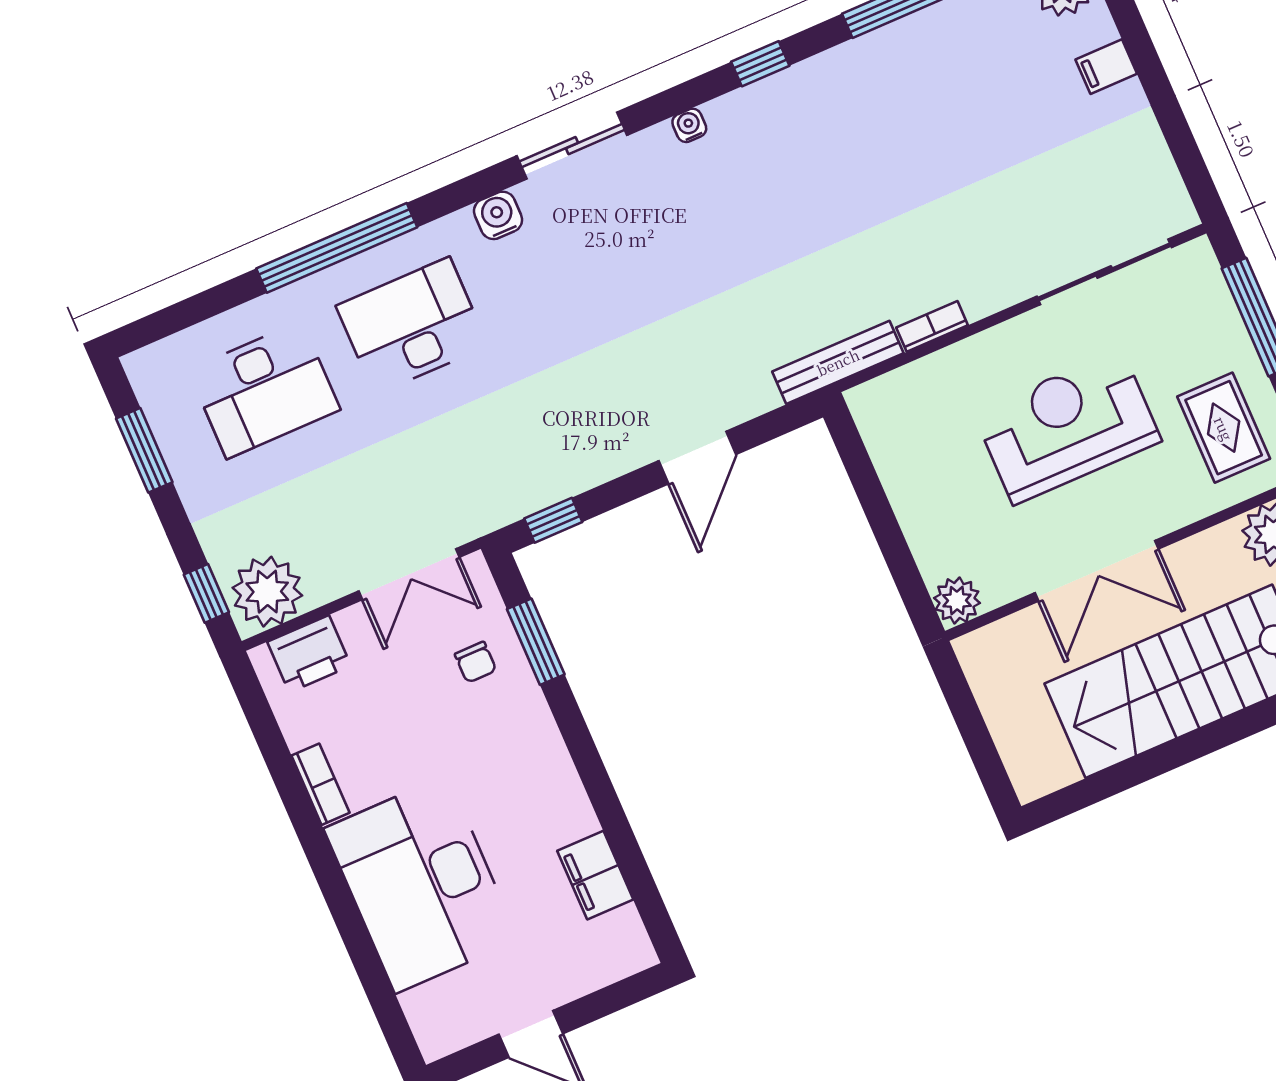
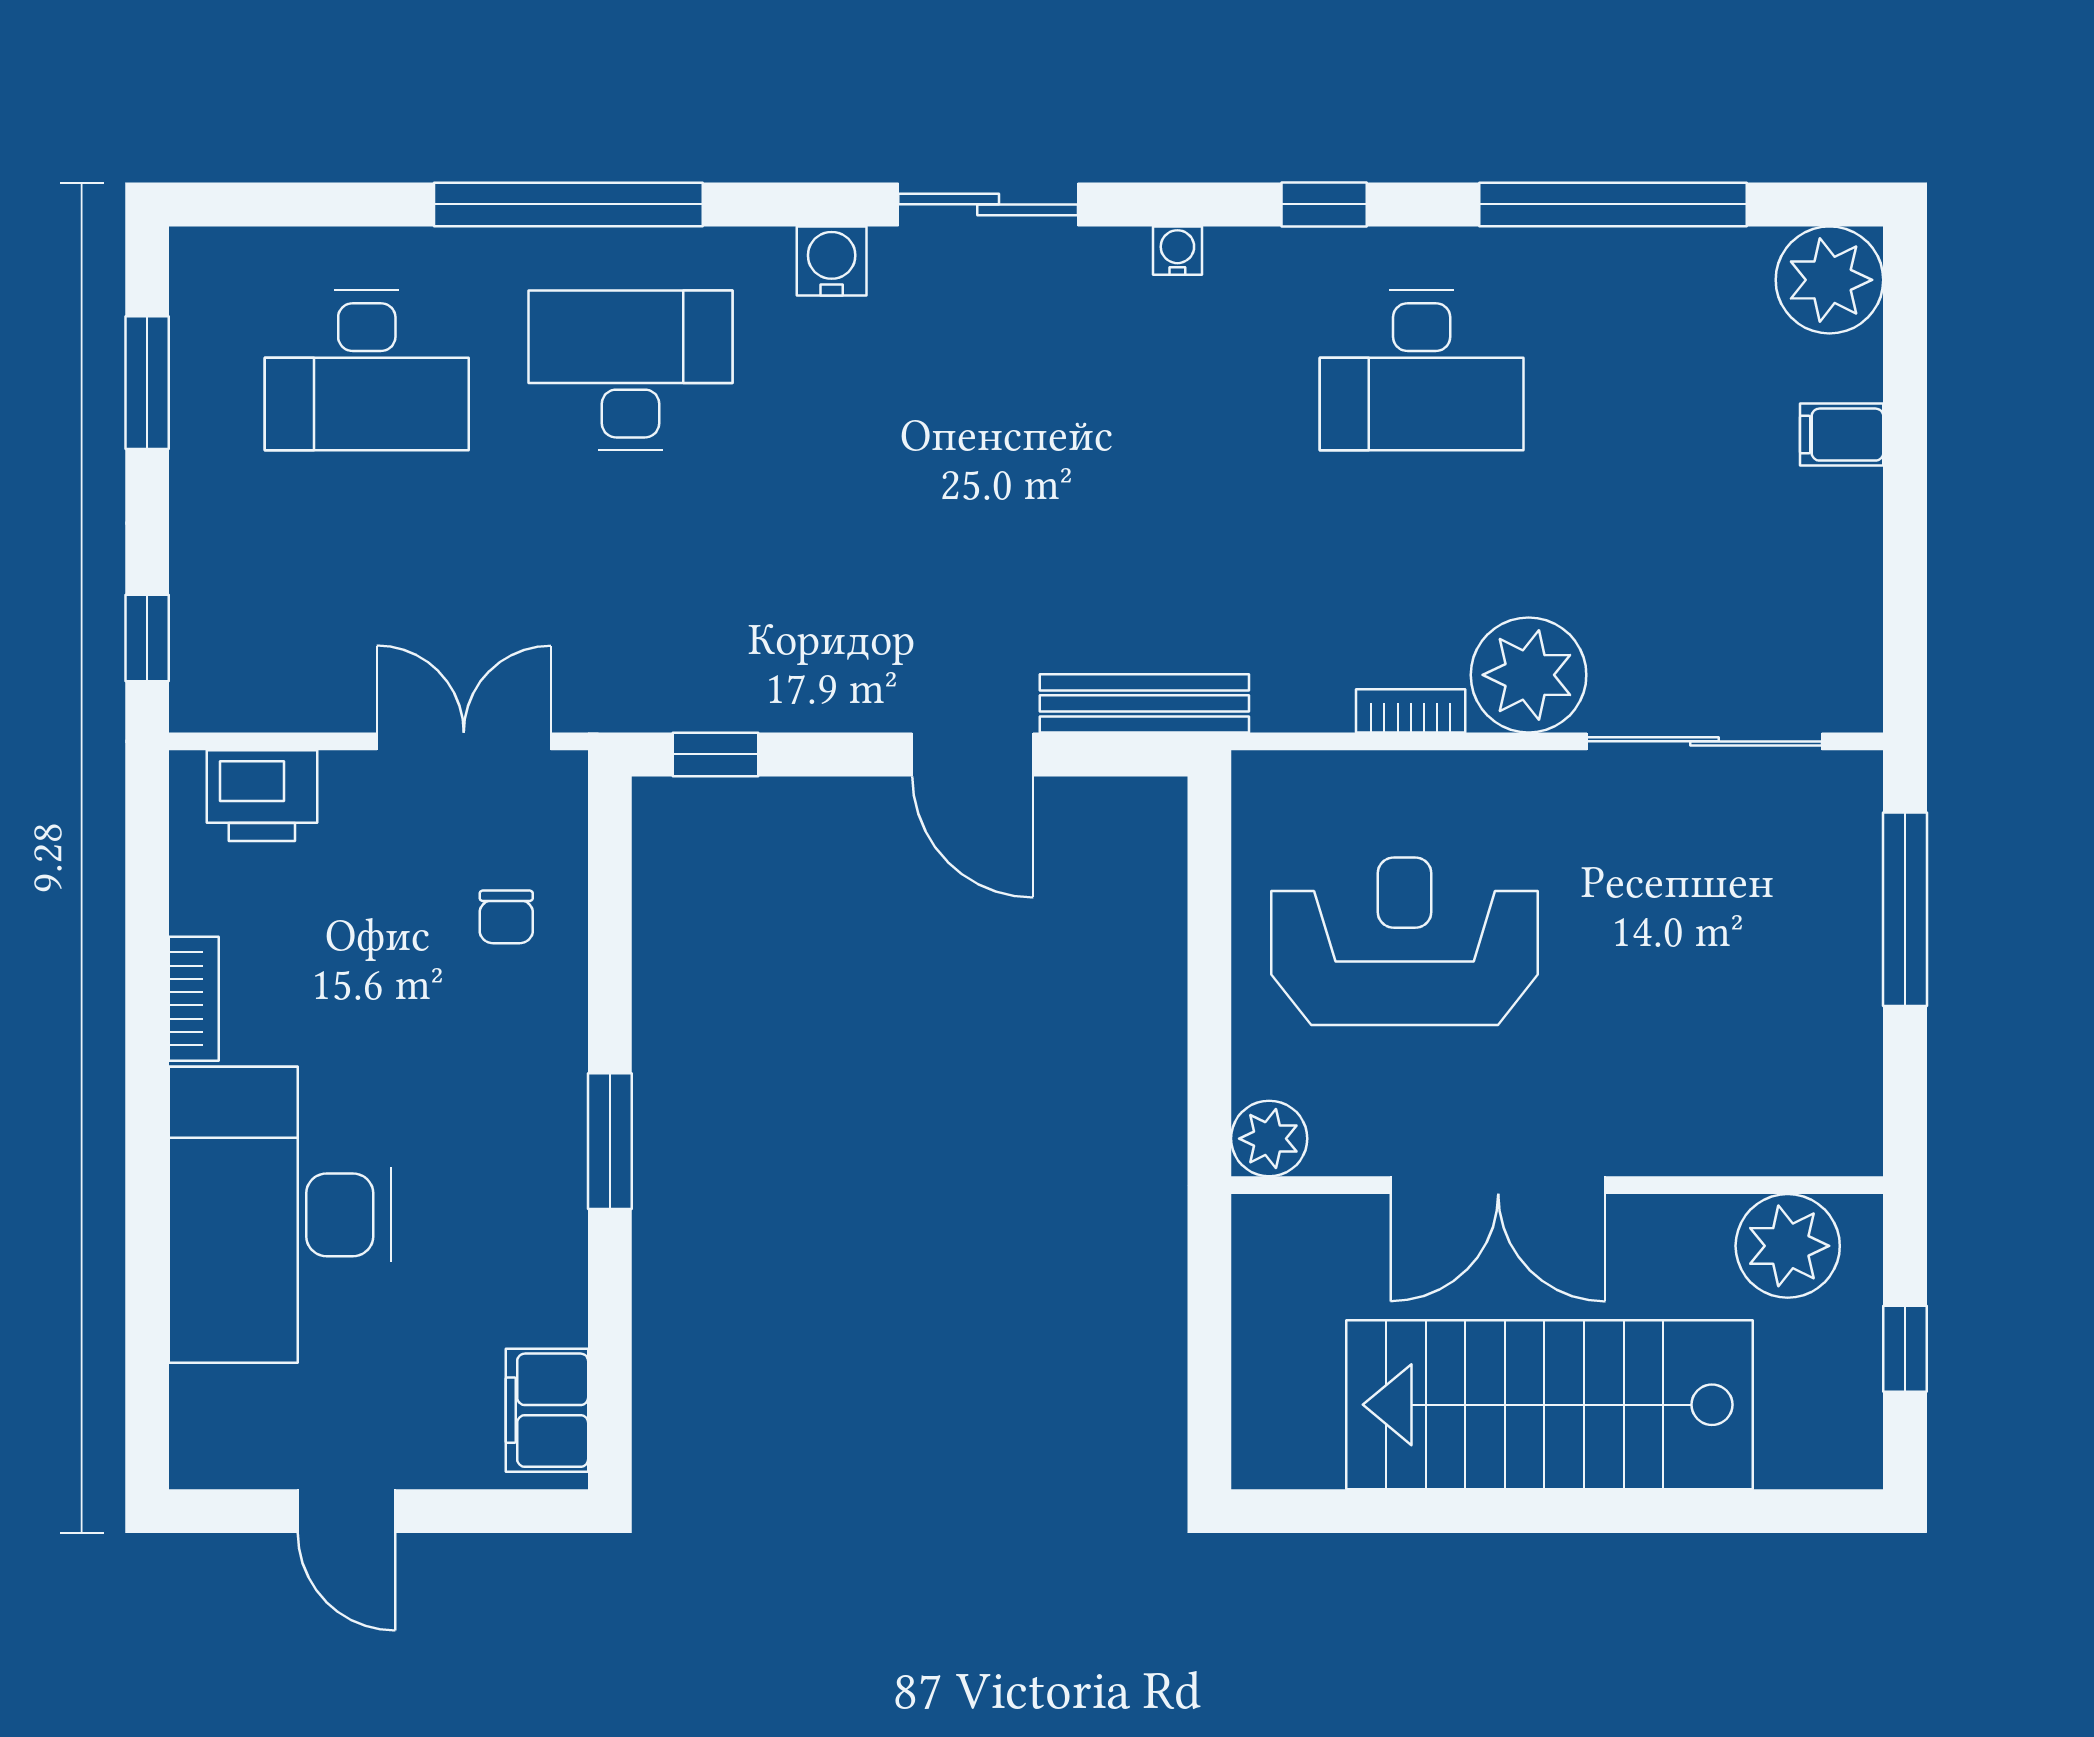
desk: (855, 133) -> (1422, 370), added
bench: (838, 362) -> (1144, 703), moved
reception desk: (1067, 427) -> (1405, 941), moved
rug: (1224, 428) -> (1782, 1053), removed
door: (697, 458) -> (973, 754), hinge flipped
double door: (409, 574) -> (464, 741), swing flipped
plant: (267, 592) -> (1529, 675), moved
window: (536, 642) -> (610, 1141), moved
filing cabinet: (595, 875) -> (547, 1410), moved

